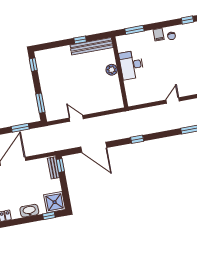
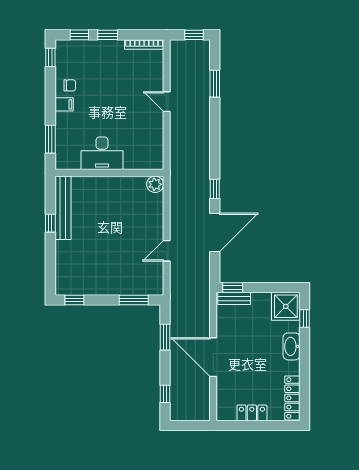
plant: (112, 70) -> (155, 184), moved
window: (137, 139) -> (215, 189), moved

